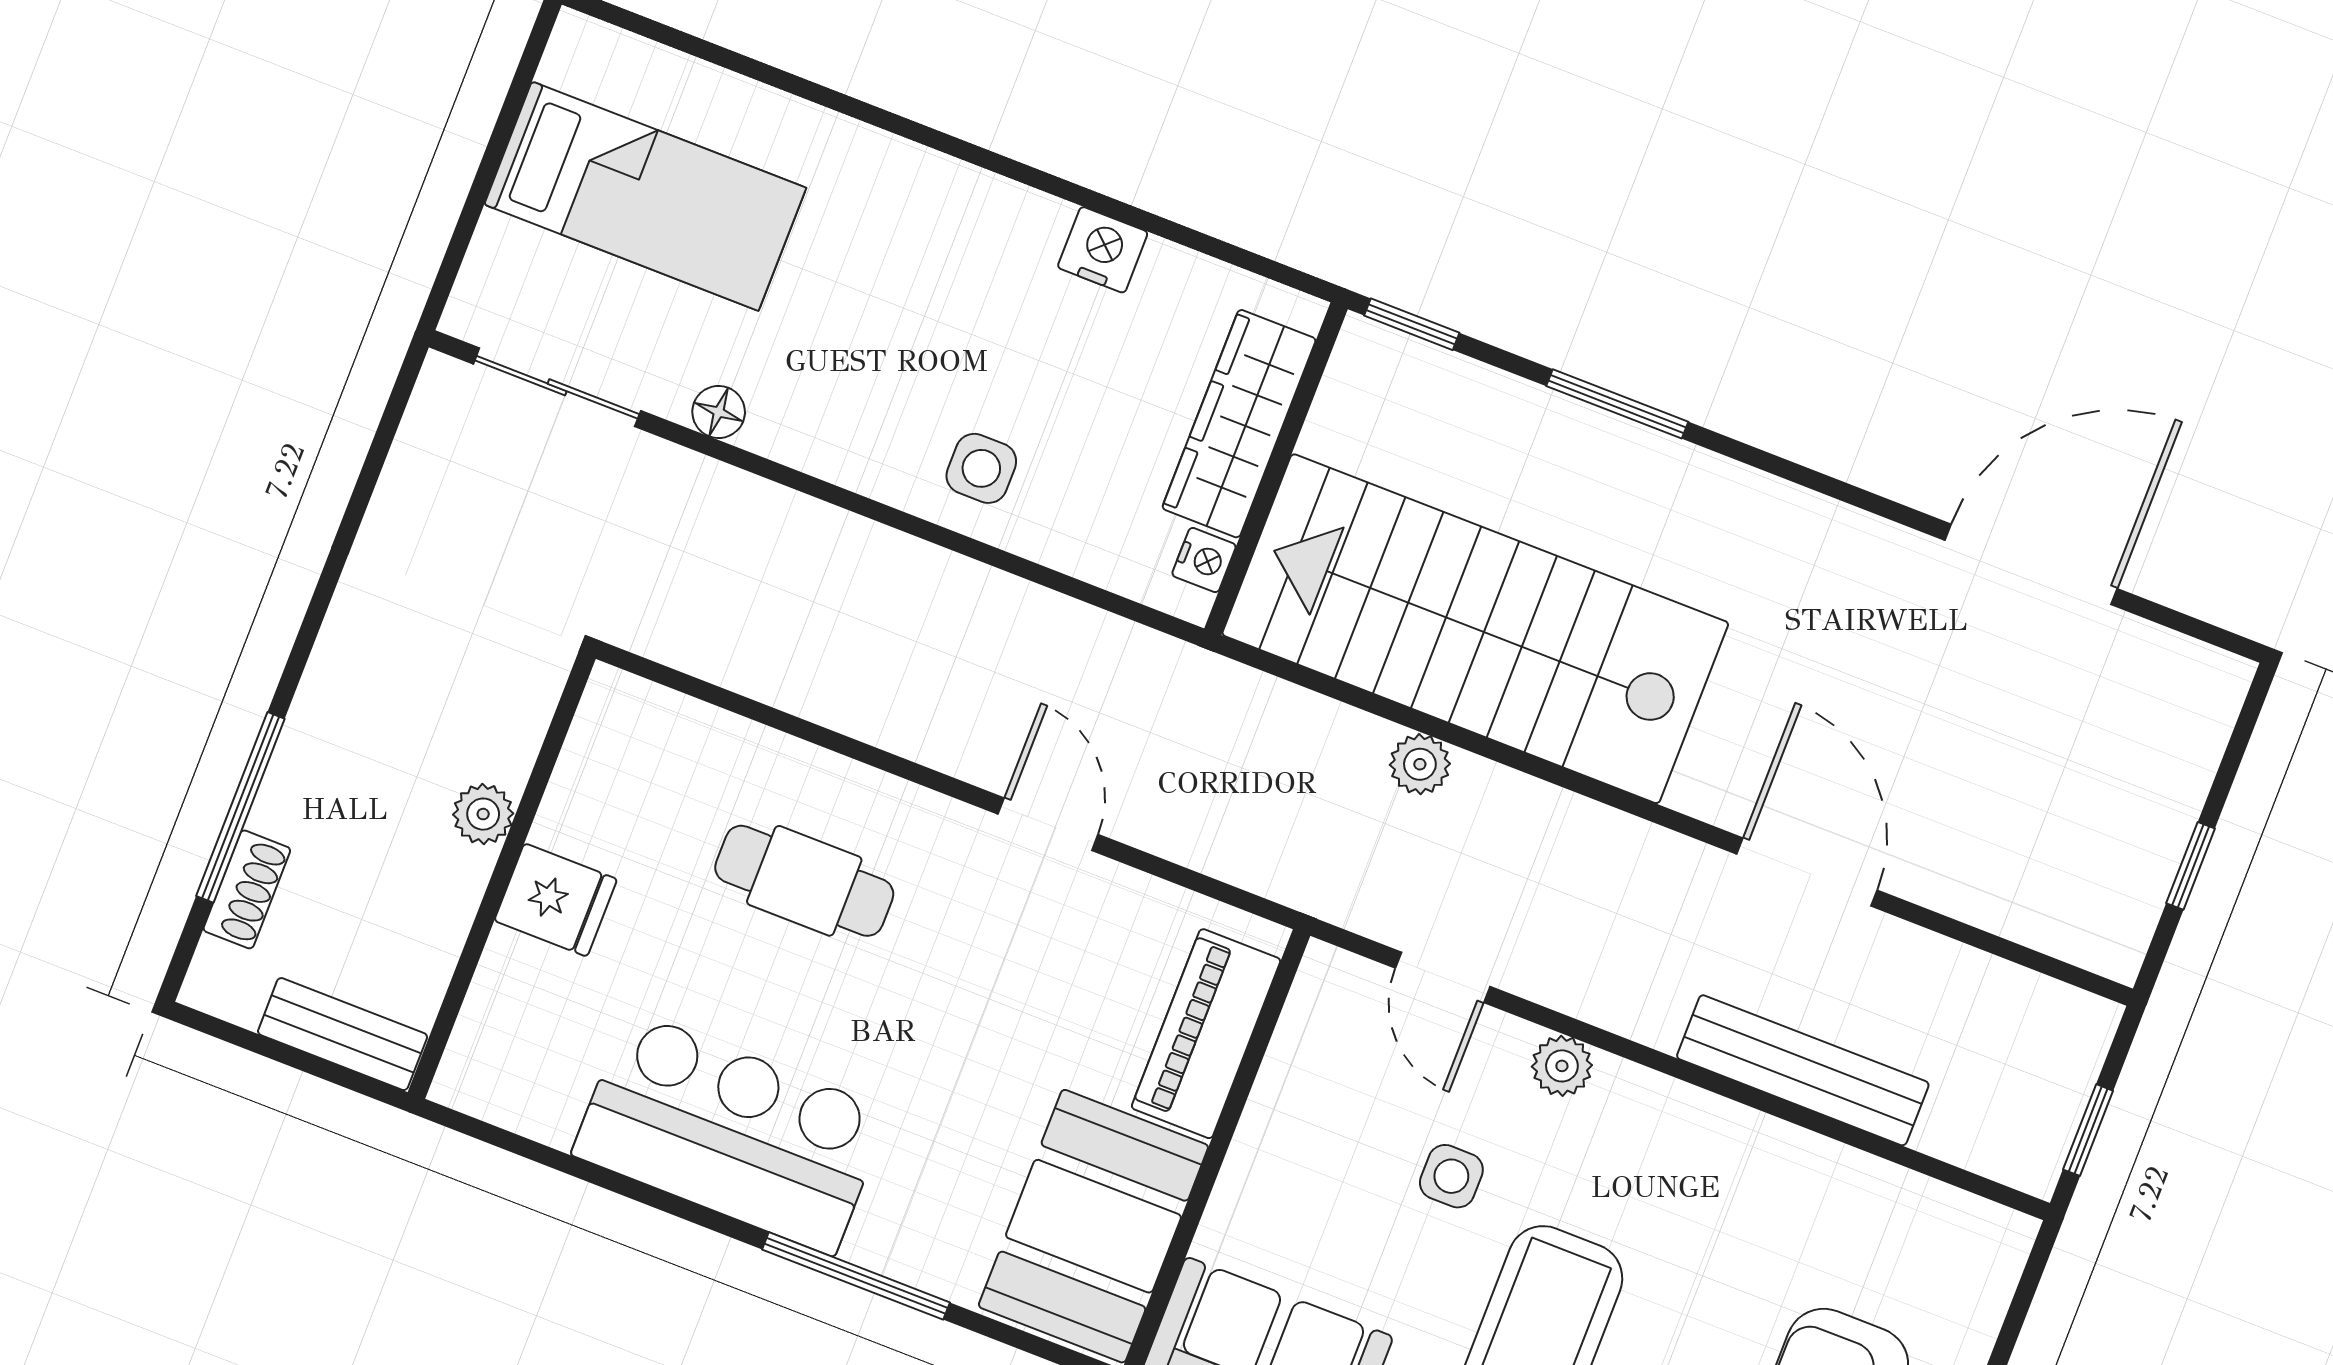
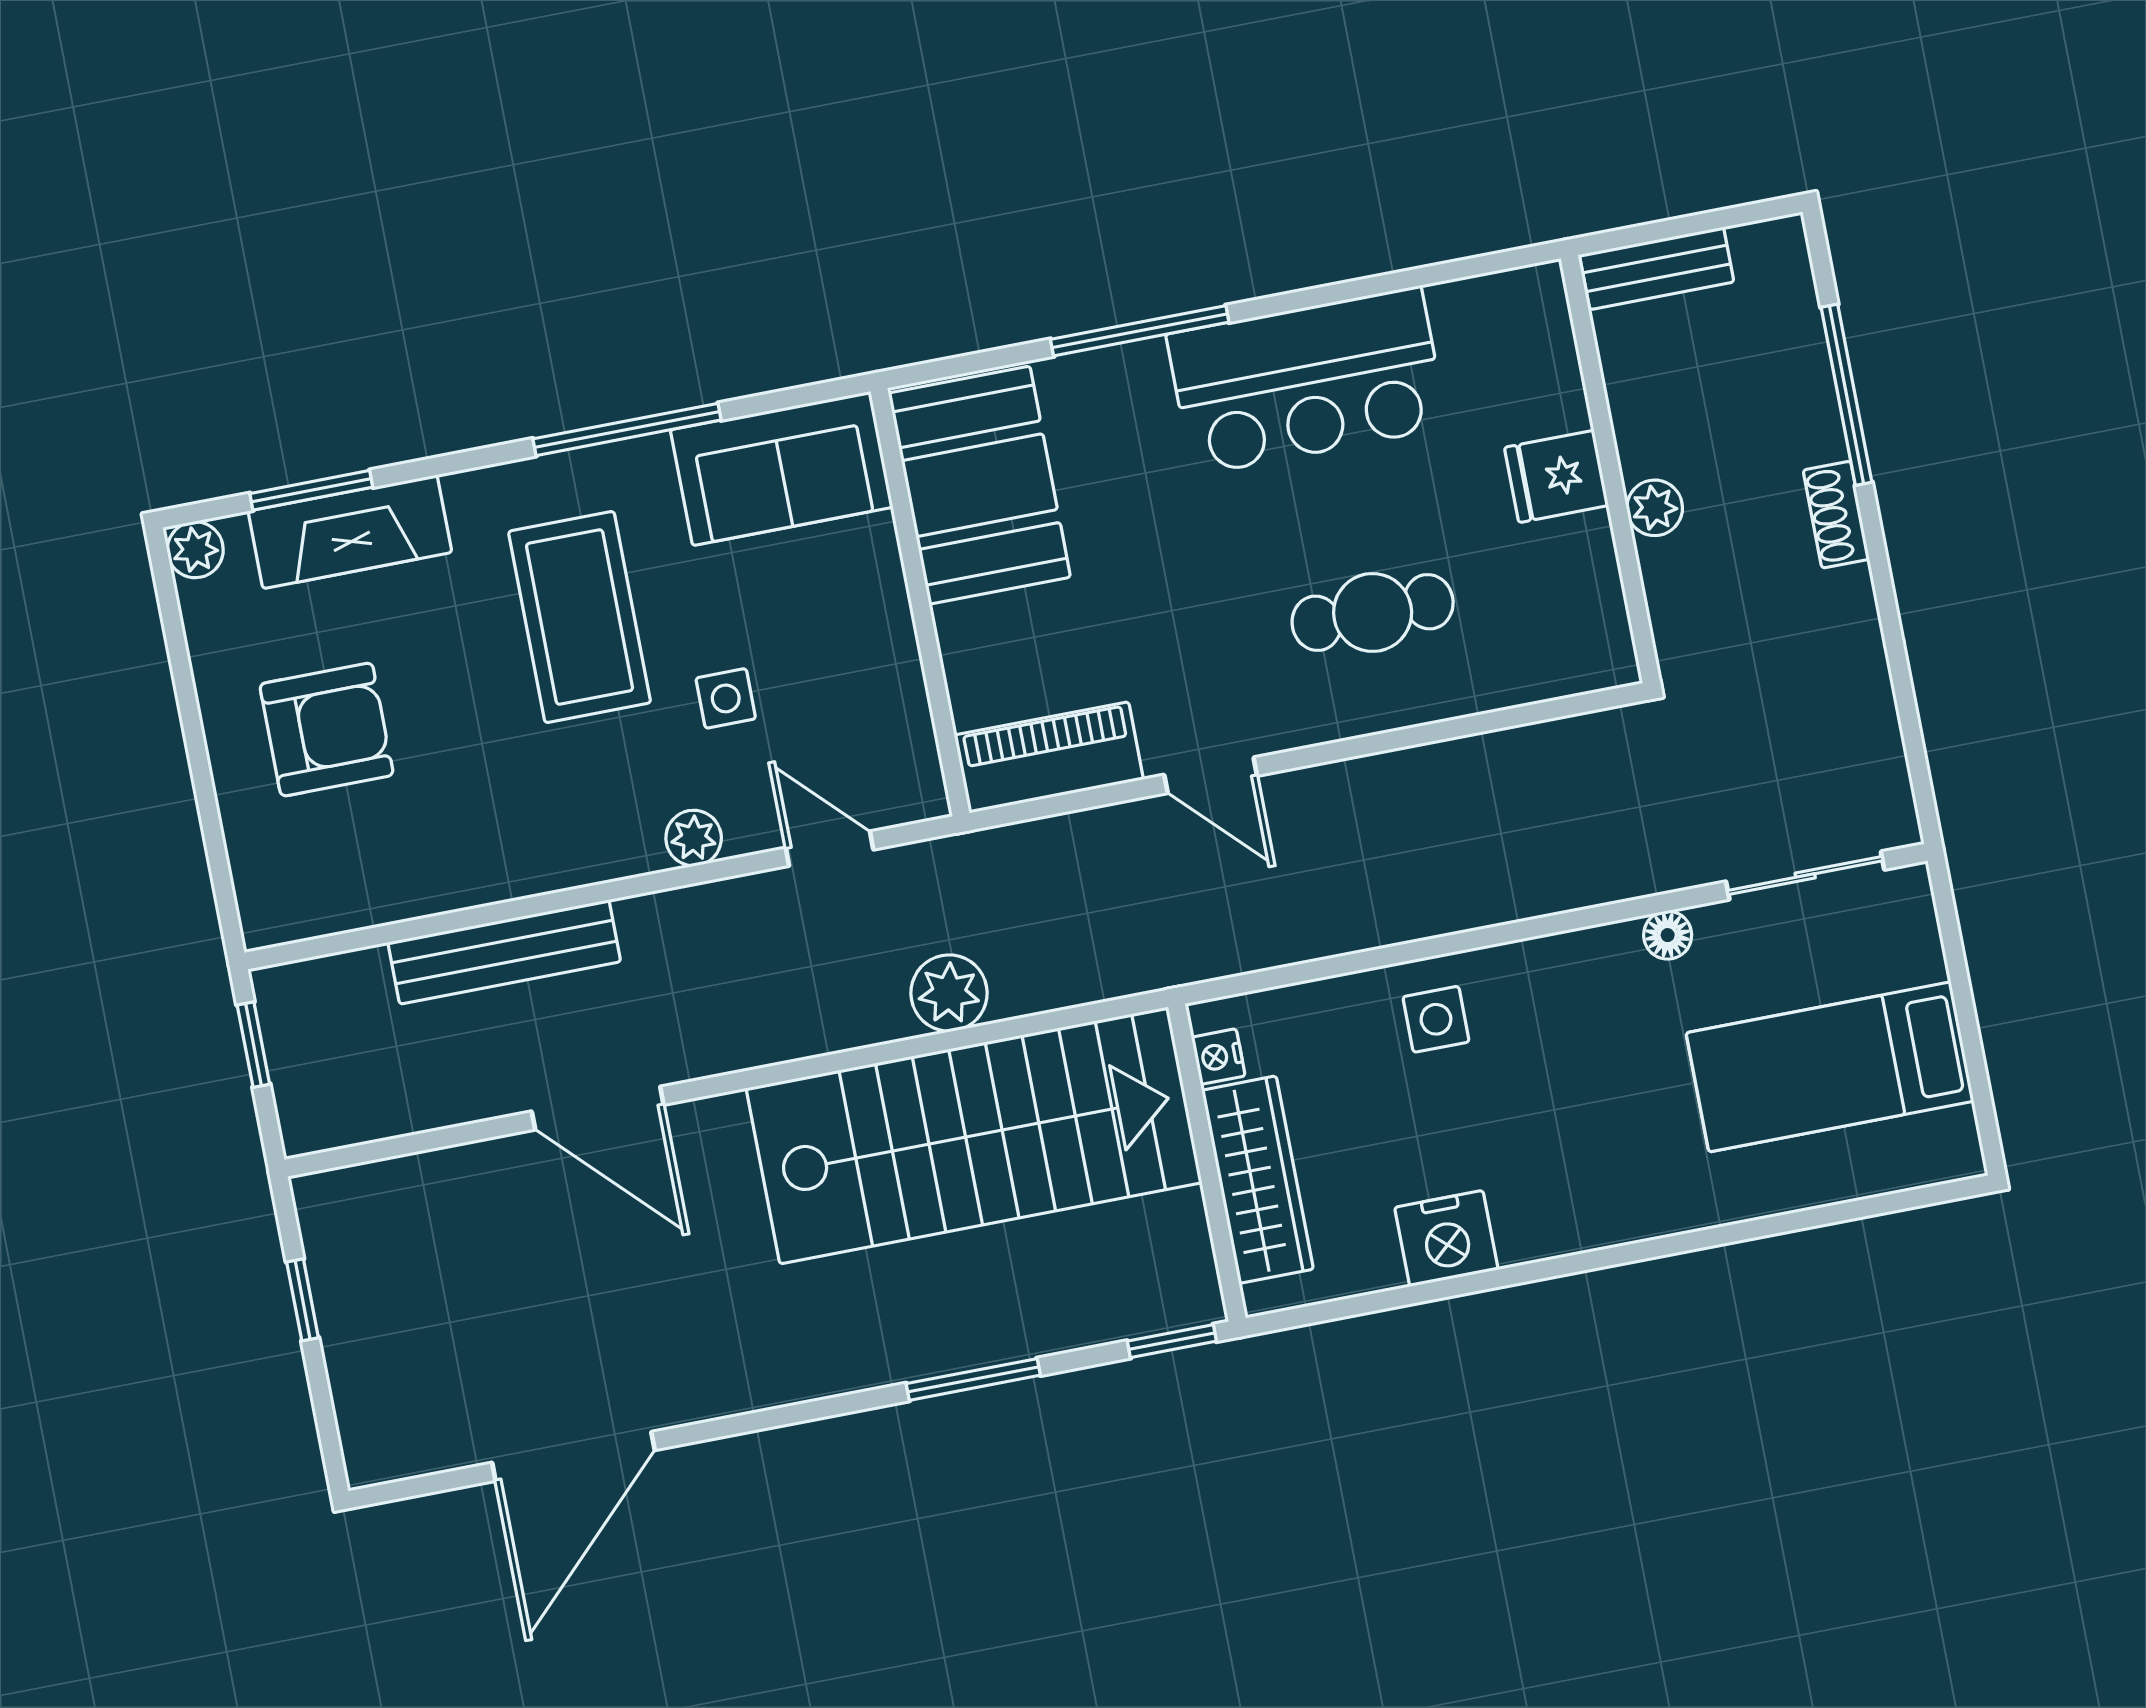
nightstand: (1103, 250) -> (1446, 1239), width x1.36, depth x1.33
plant: (1420, 764) -> (949, 993), width x1.38, depth x1.38
shoe rack: (247, 889) -> (1836, 515), moved
piano: (1206, 1034) -> (1049, 757), moved, turned -90

